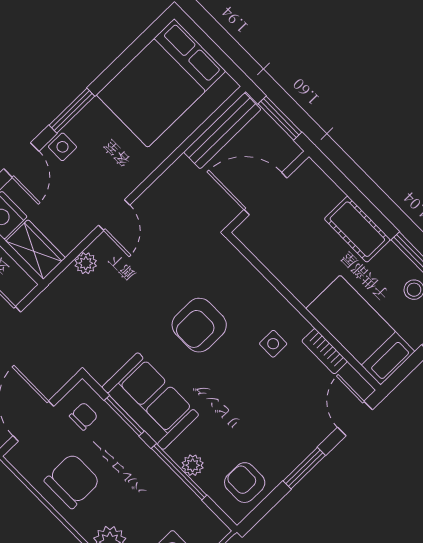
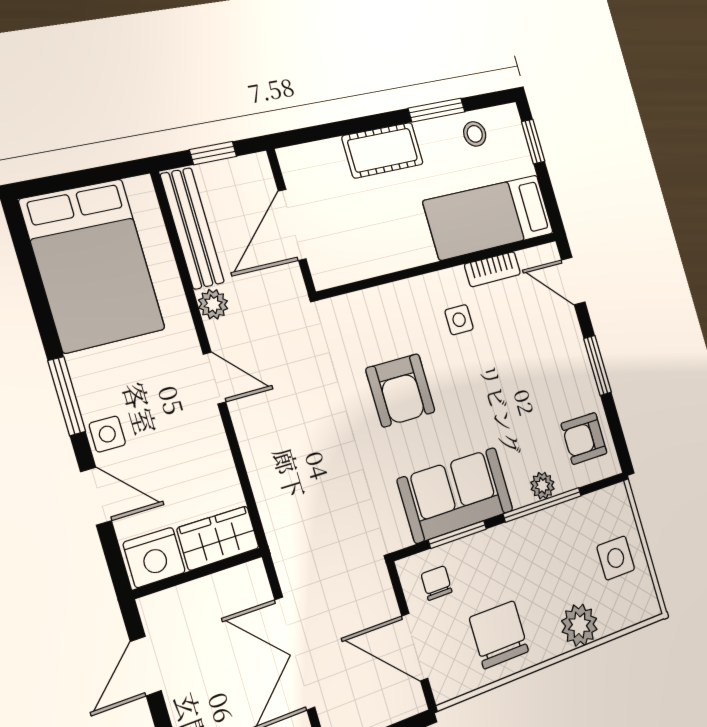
window: (280, 118) -> (213, 153), width x0.67
door: (114, 215) -> (214, 378), moved
plant: (86, 263) -> (213, 304), moved

